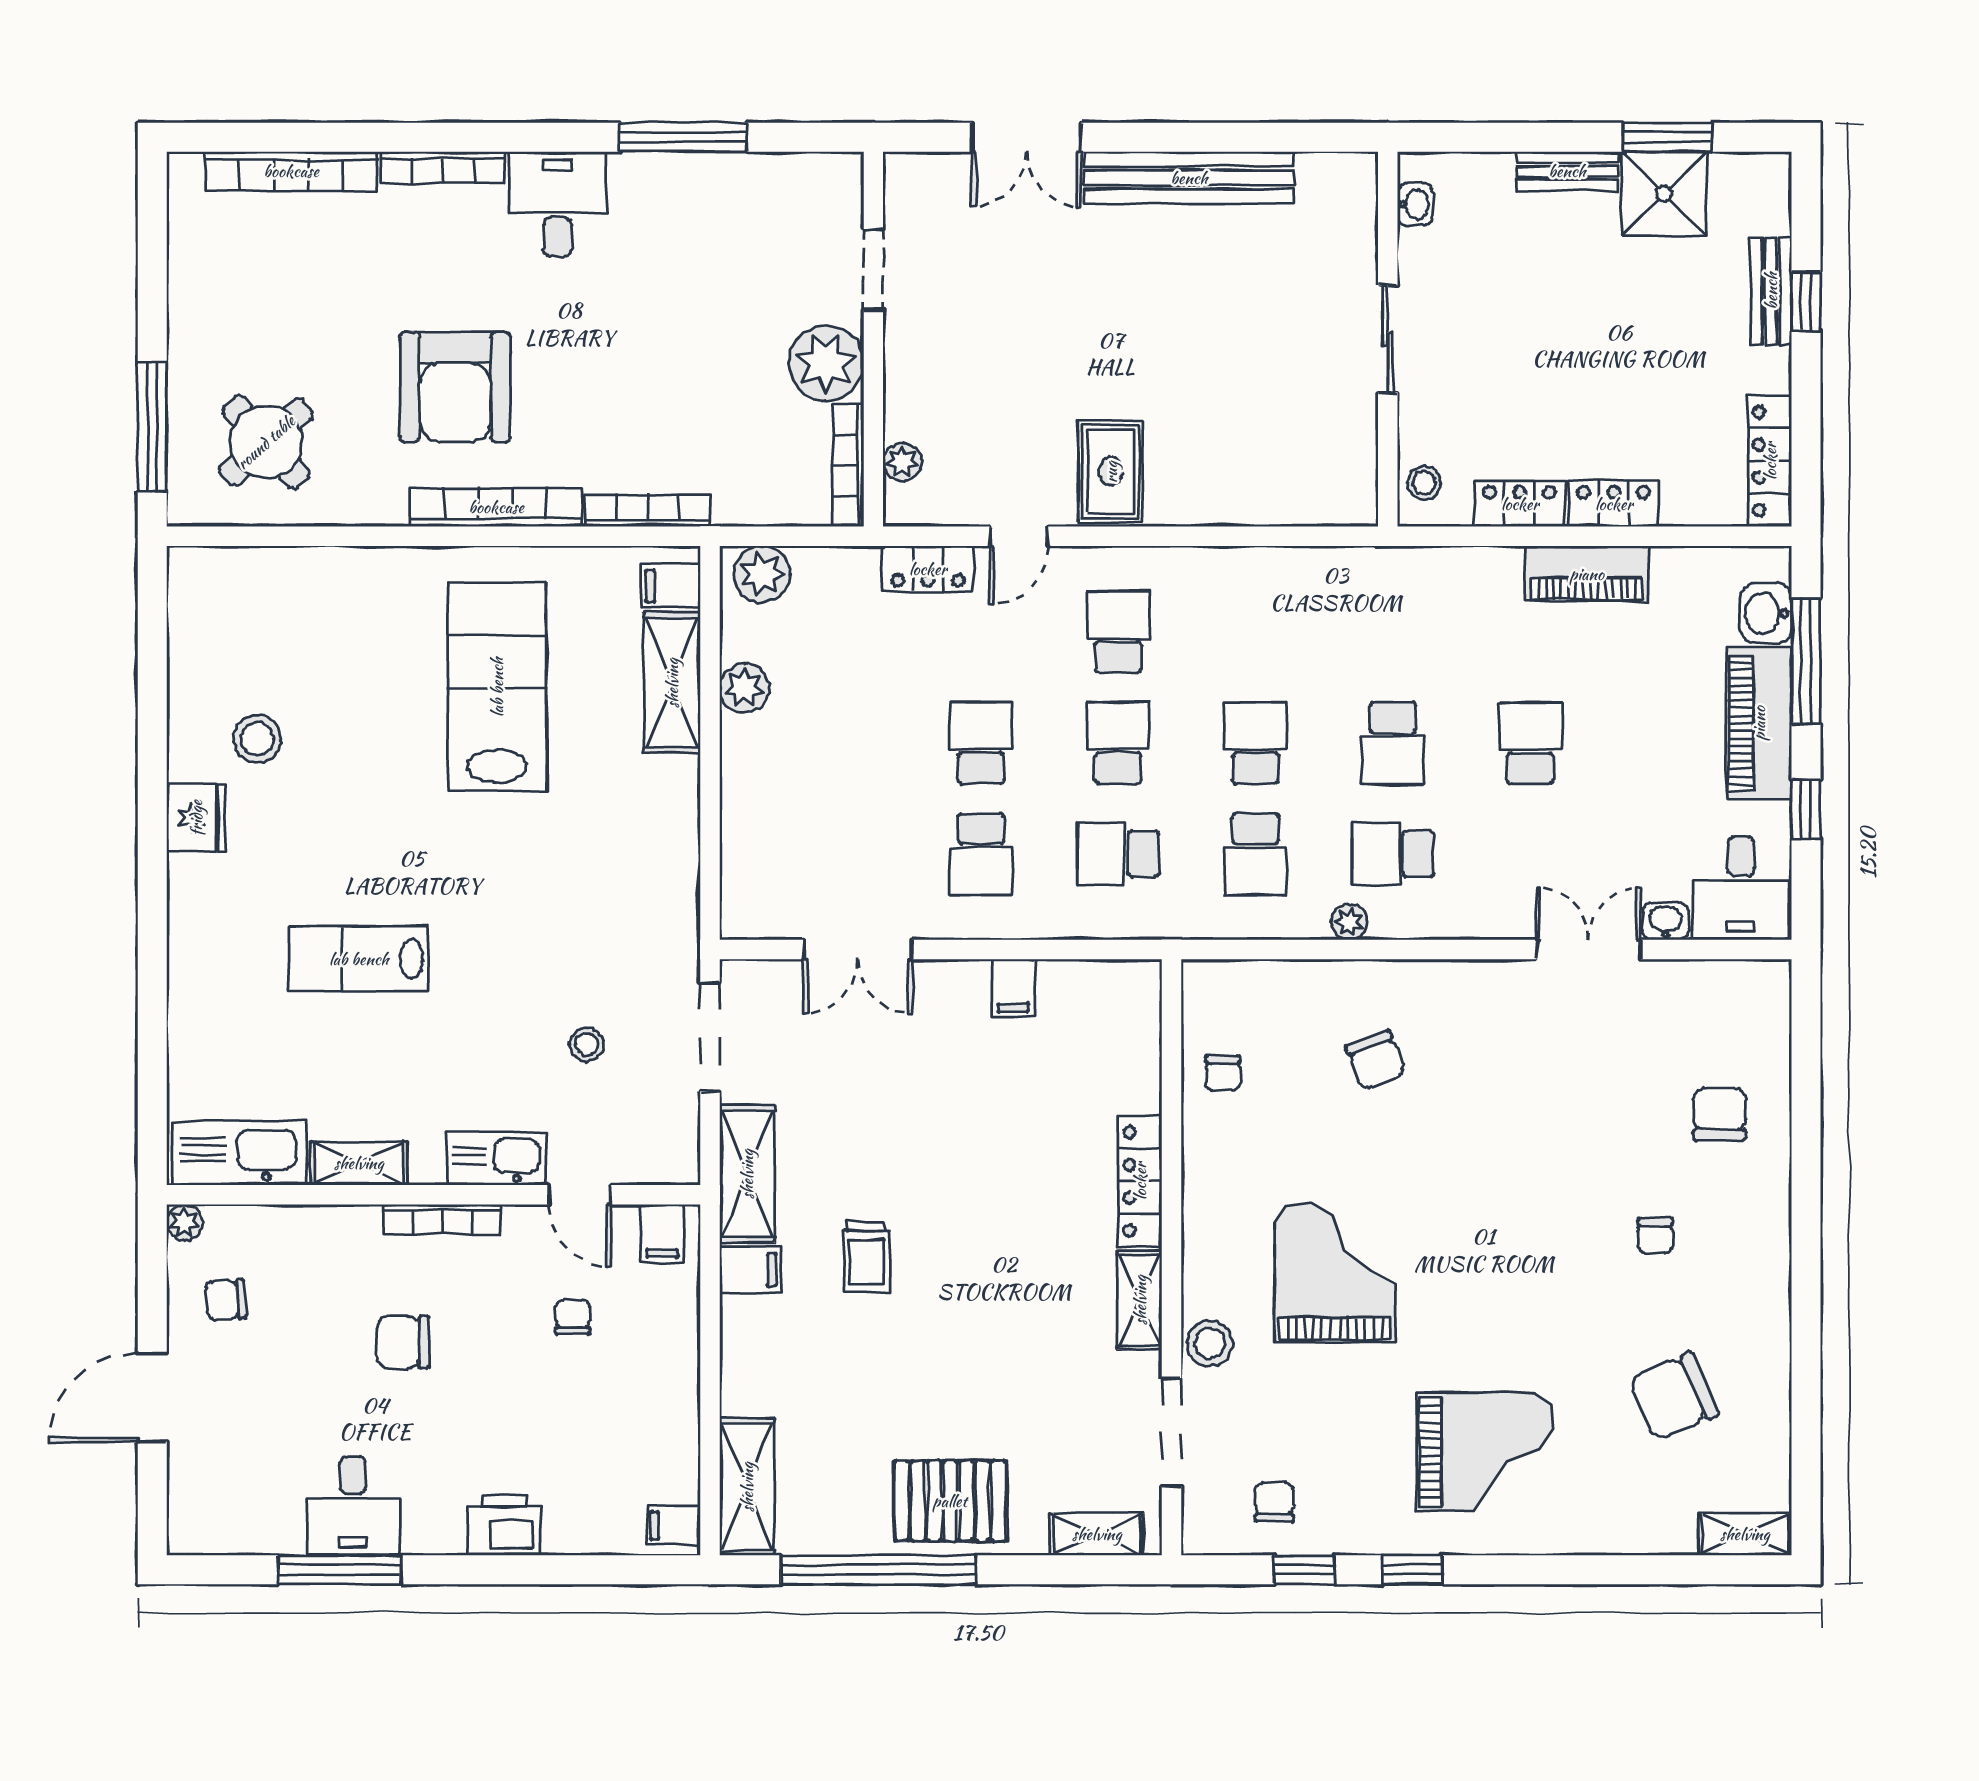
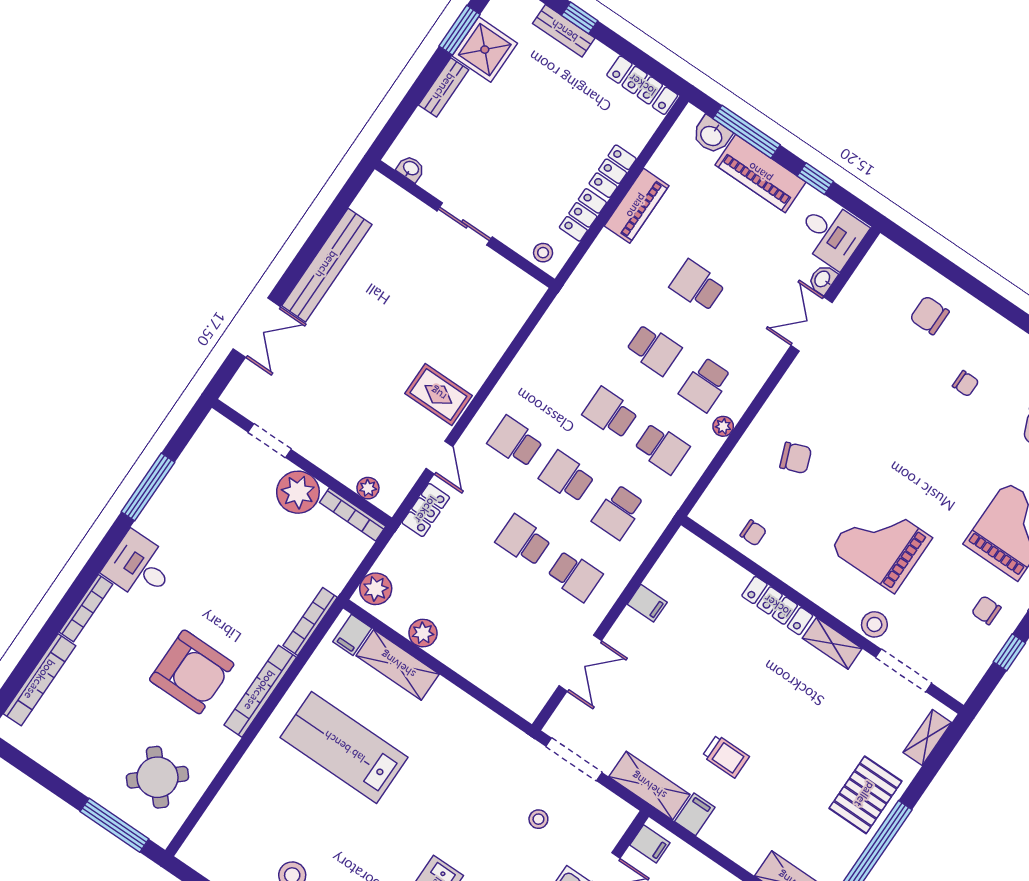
chair: (1274, 1502) -> (986, 610), moved

